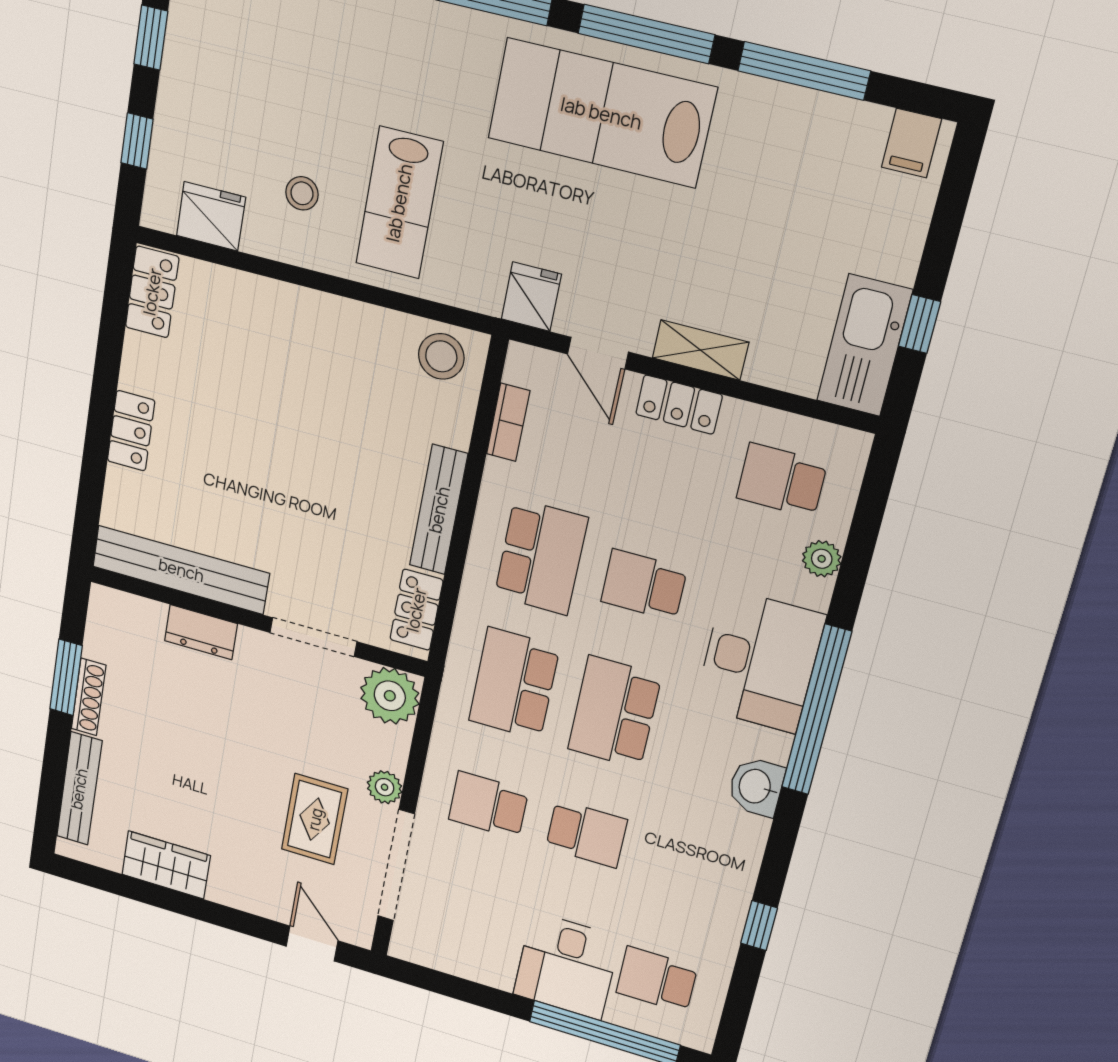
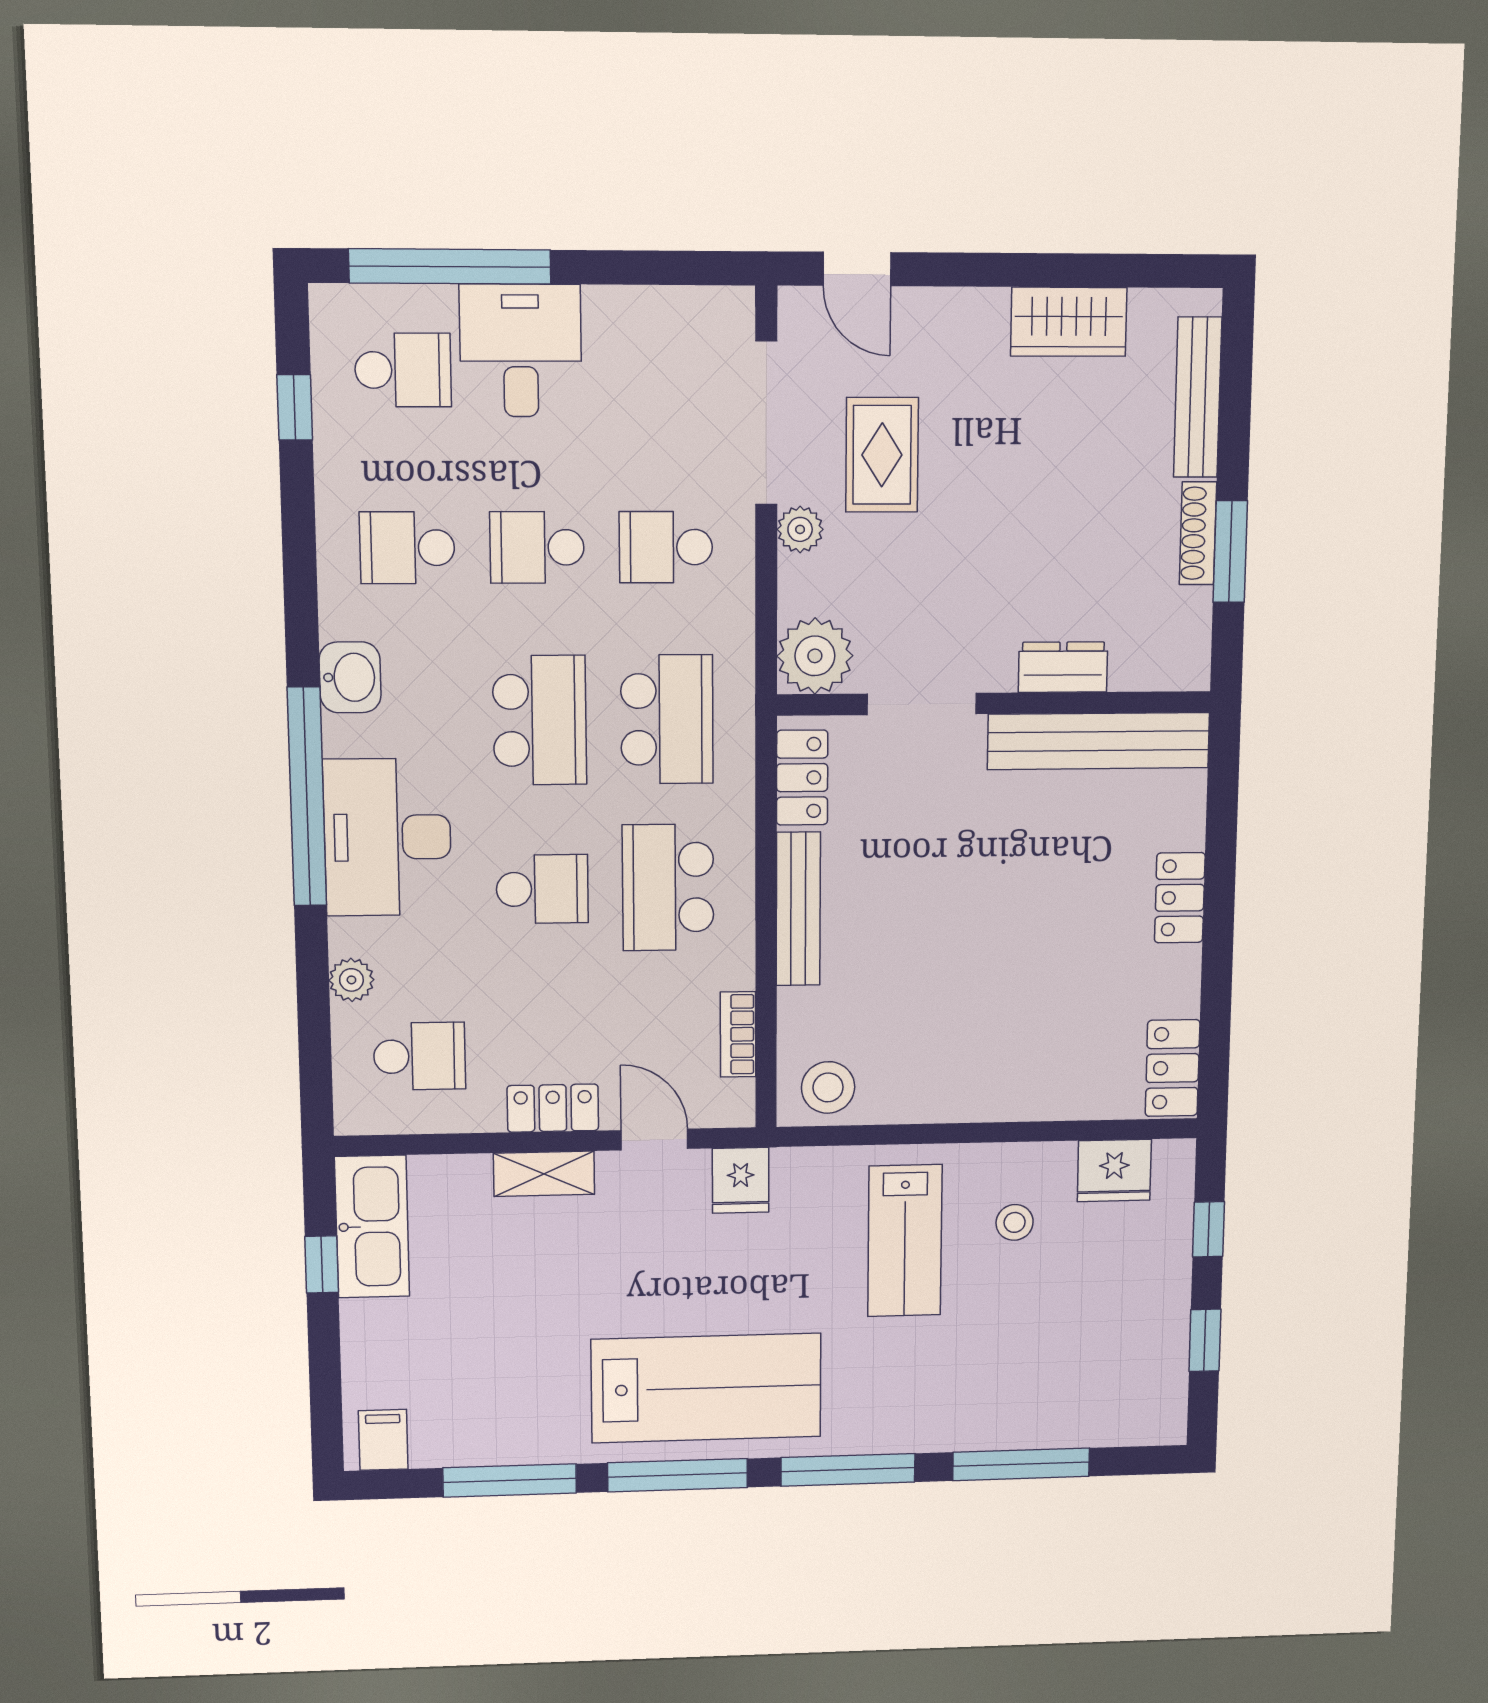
lab bench: (399, 203) -> (905, 1241), turned 180
school desk: (488, 805) -> (666, 547), turned 180
school desk: (686, 863) -> (407, 548), added
window: (759, 926) -> (295, 407), moved

